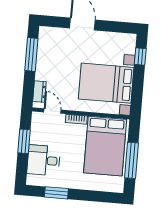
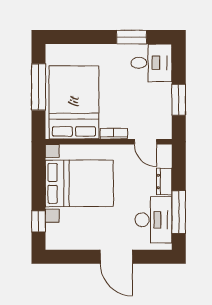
desk: (51, 50) -> (153, 220), added
dresser: (39, 92) -> (164, 182), moved
desk: (44, 160) -> (151, 63), moved

